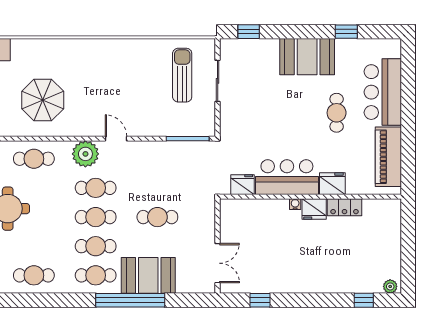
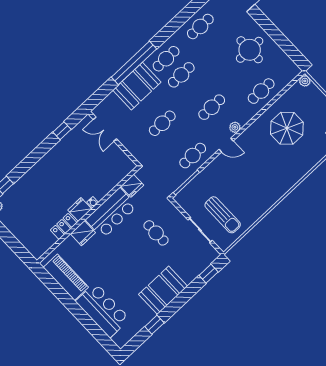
cafe table: (337, 113) -> (156, 233), moved
plant: (85, 154) -> (235, 127), width x0.53, depth x0.53
cafe table: (96, 217) -> (193, 156), moved

